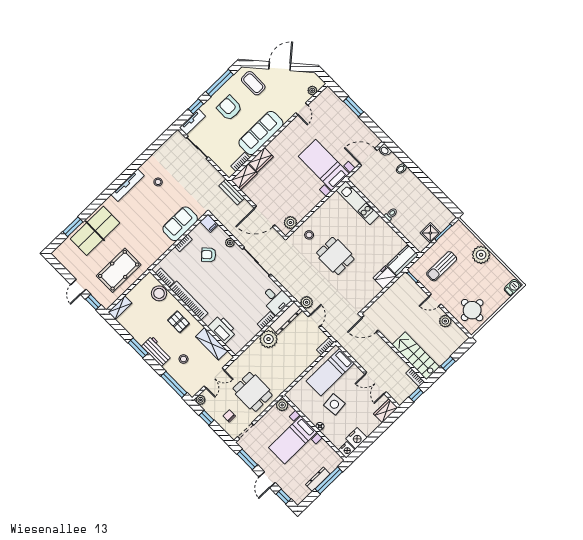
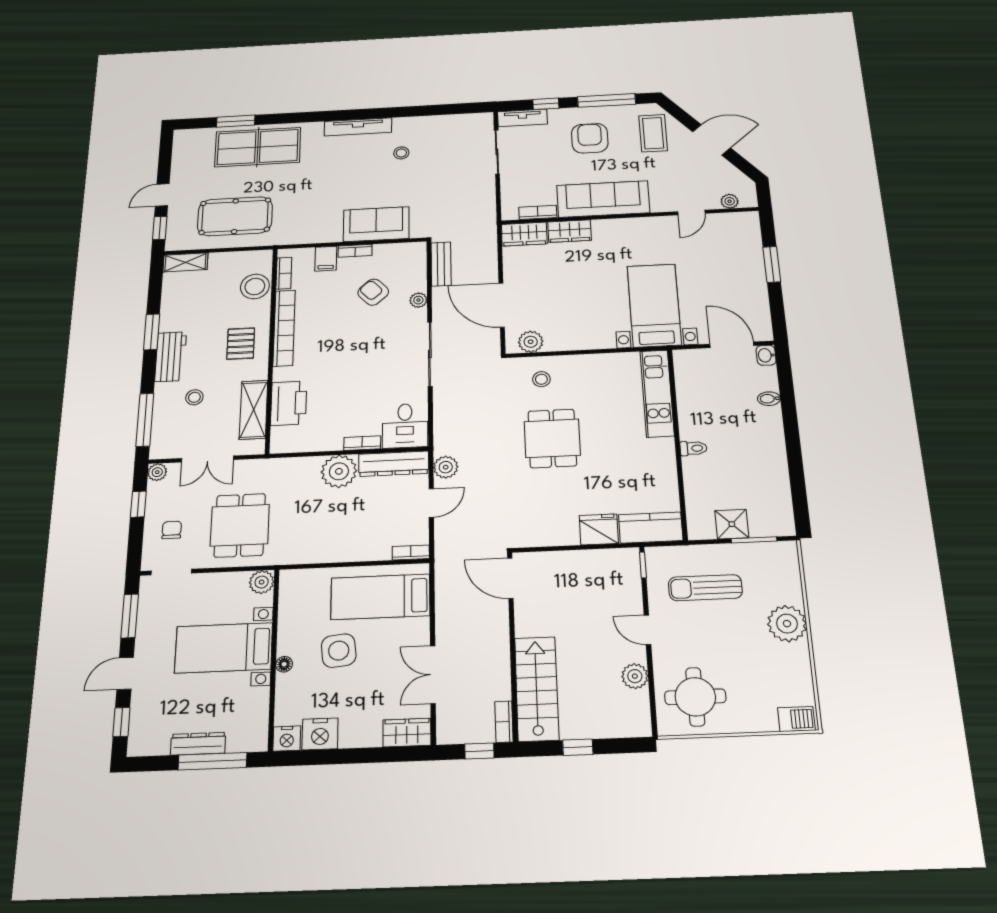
bench: (232, 192) -> (441, 264), moved
filing cabinet: (209, 223) -> (326, 259), moved

